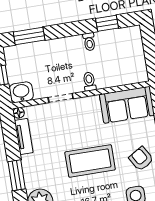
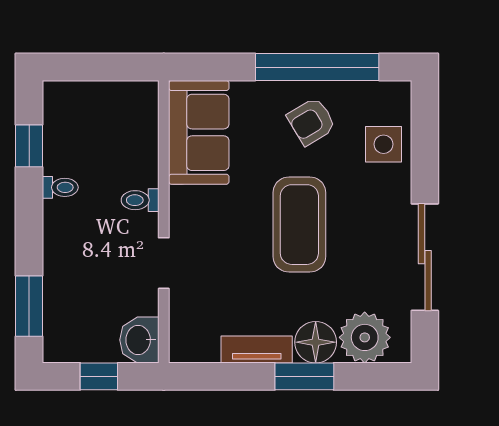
floor lamp: (19, 113) -> (316, 342), moved, width x1.89, depth x1.89
tv unit: (24, 137) -> (257, 349), moved

